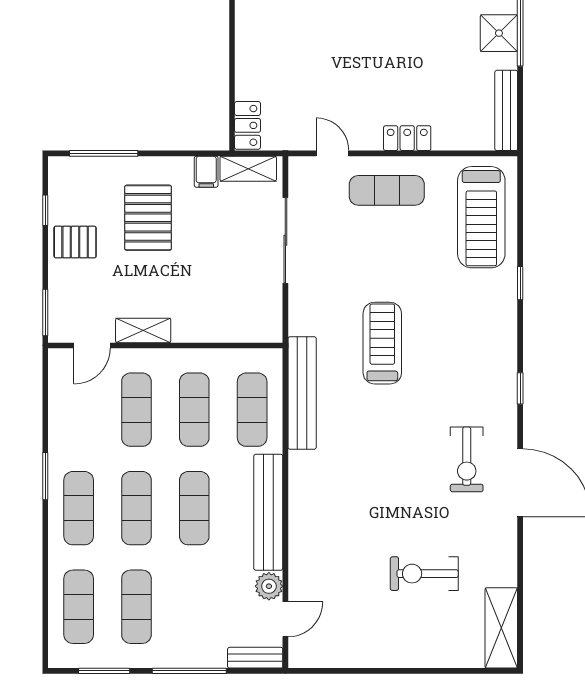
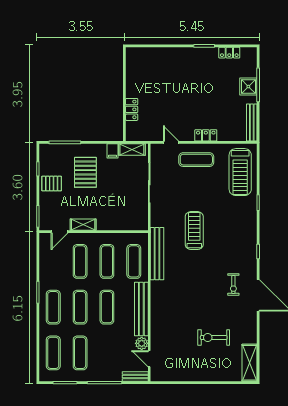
locker: (248, 125) -> (132, 109), moved
exercise bike: (467, 459) -> (233, 284), width x0.73, depth x0.72
door: (285, 619) -> (149, 359), swing flipped

